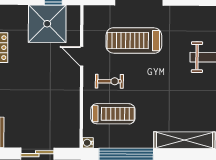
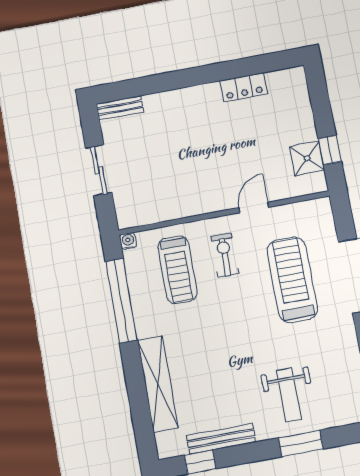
shower: (47, 24) -> (307, 158), width x0.54, depth x0.54
exercise bike: (109, 81) -> (225, 255), turned 180

